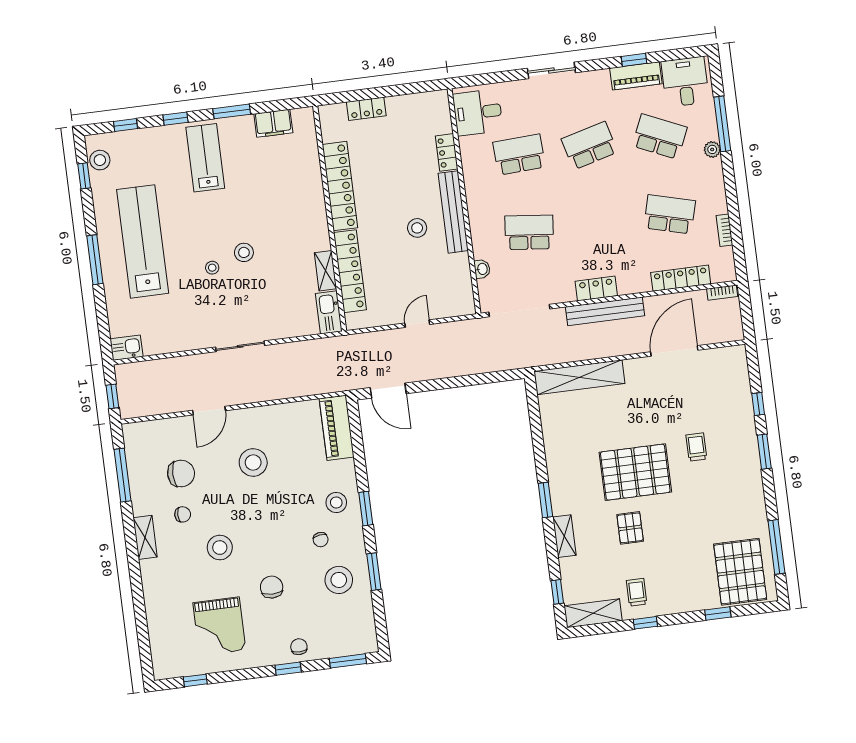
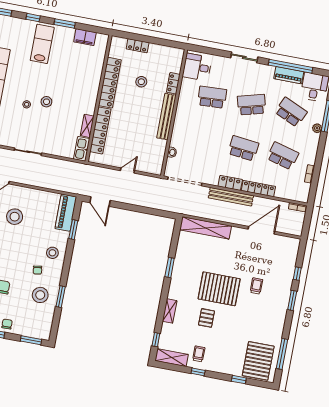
window: (634, 60) -> (291, 66), width x3.17
stool: (417, 228) -> (141, 82), moved
school desk: (529, 232) -> (243, 148), moved
locker: (681, 278) -> (258, 189), moved
window: (545, 500) -> (170, 268), moved
window: (366, 509) -> (73, 230), moved

